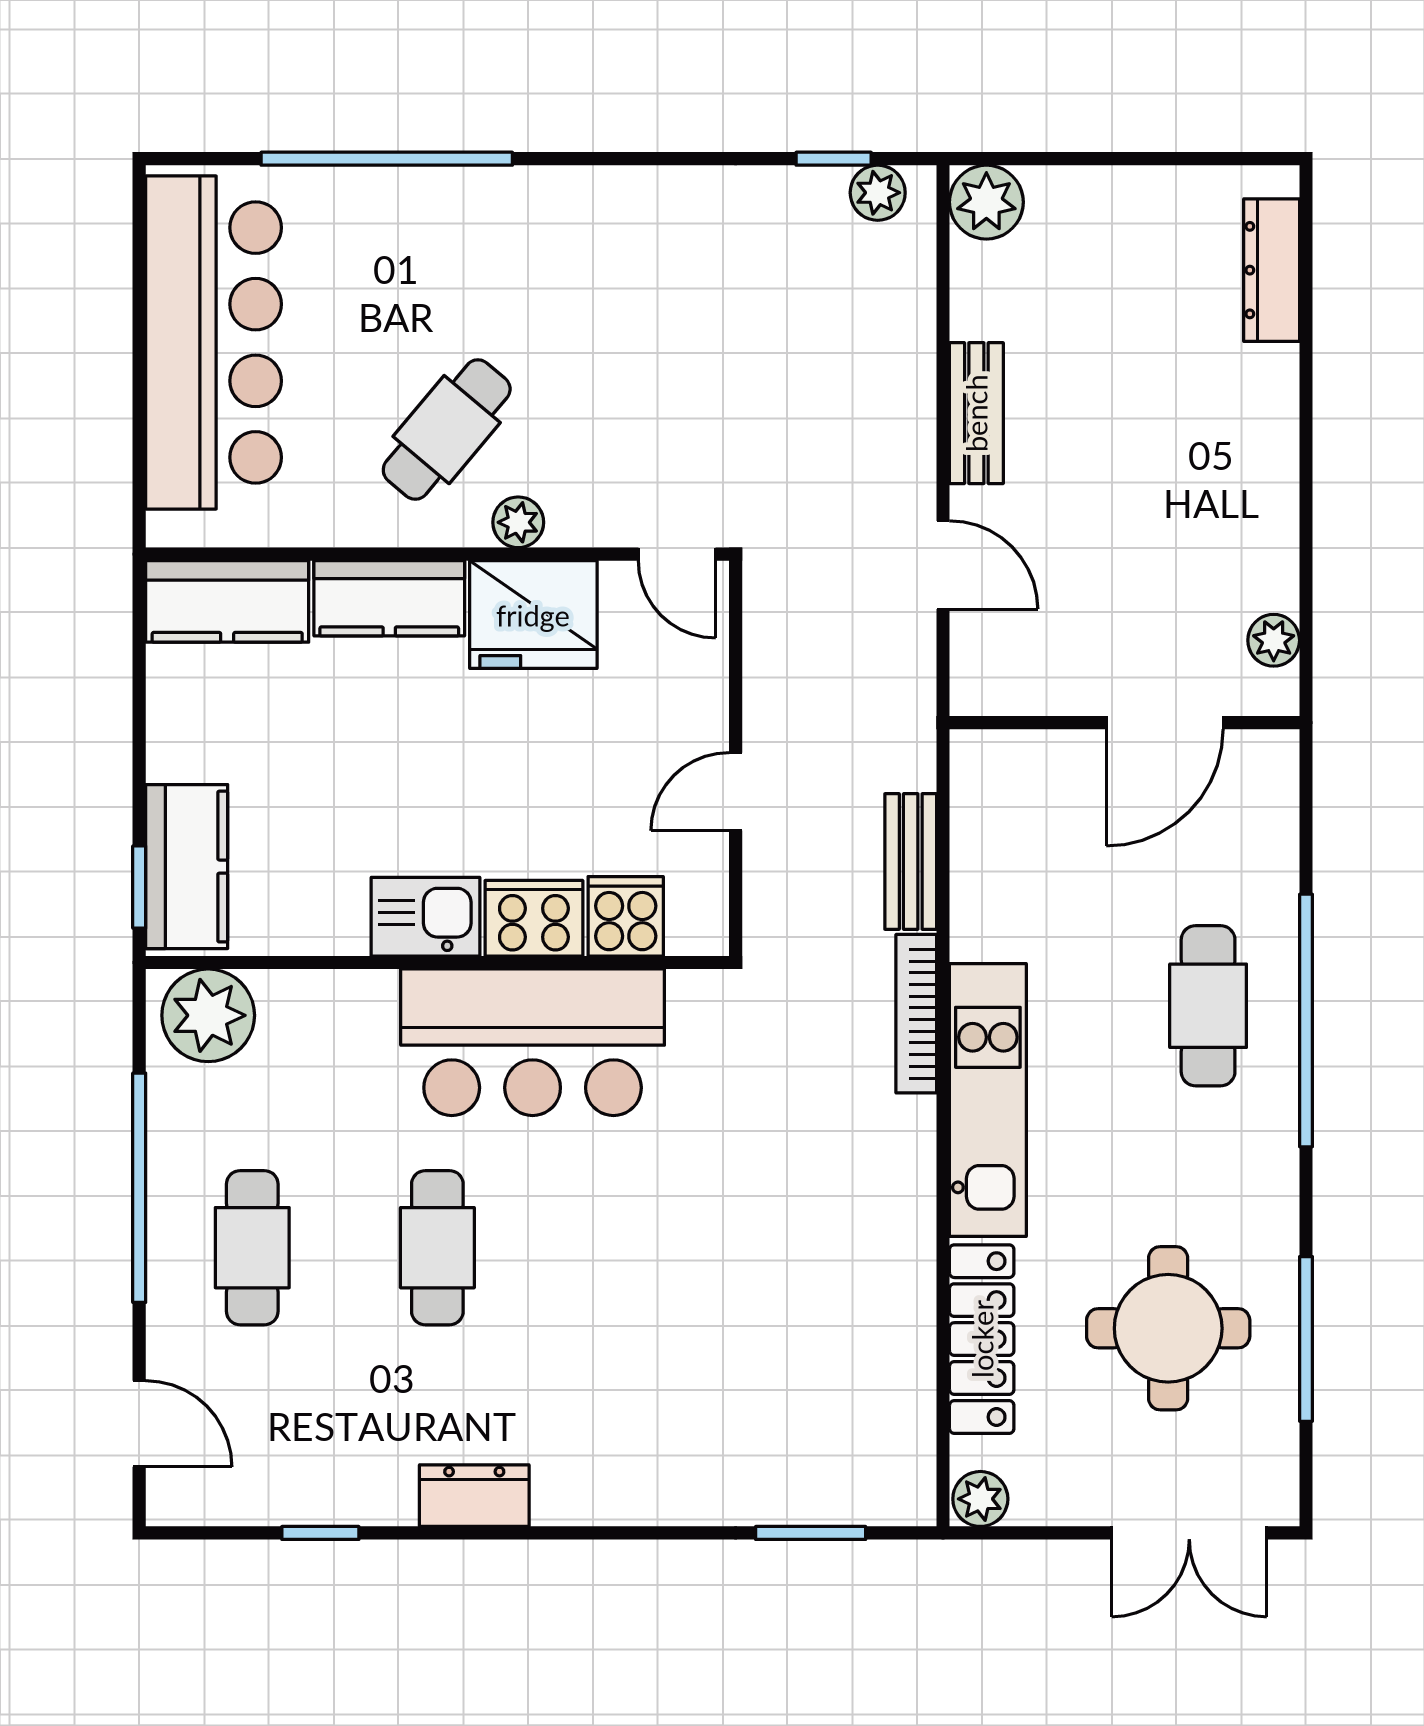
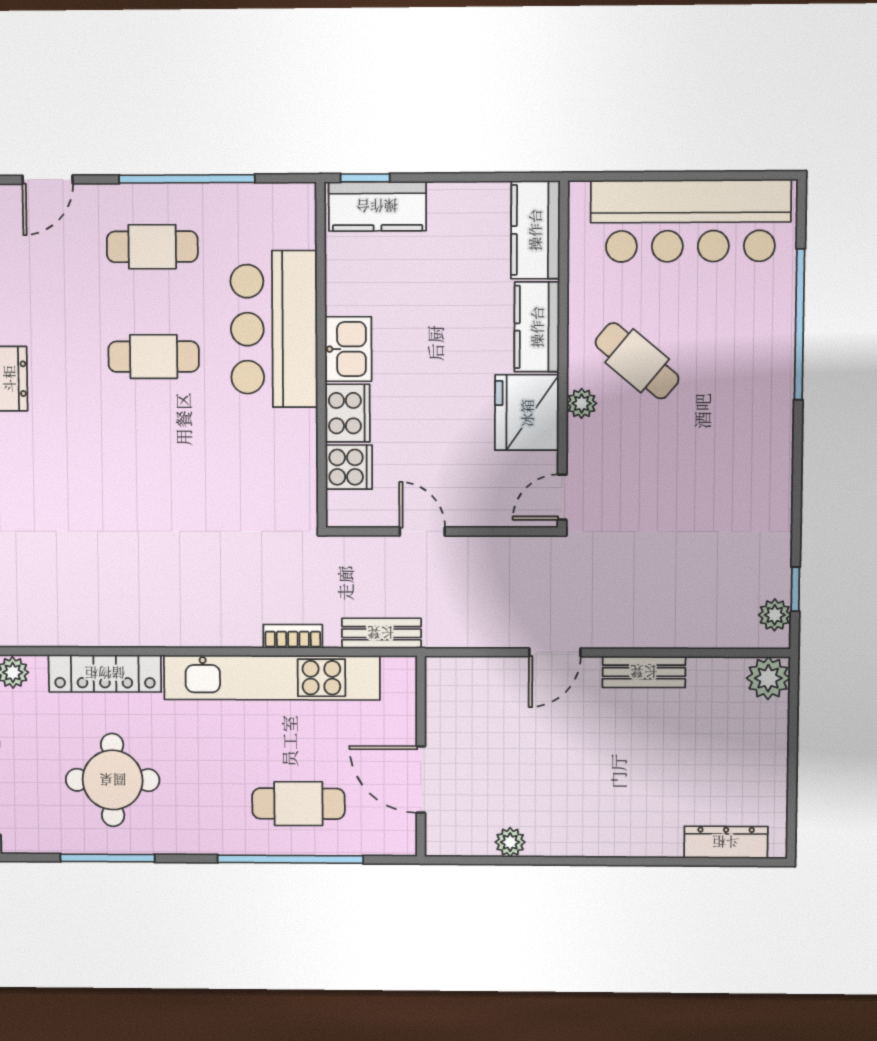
wall: (1124, 723) -> (421, 757), moved
door: (1165, 723) -> (421, 780), moved
bookcase: (916, 1014) -> (293, 636), width x0.64
plant: (208, 1015) -> (289, 220), removed
bar counter: (533, 1042) -> (274, 329), moved
kitchen unit: (988, 1100) -> (272, 678), width x1.36

